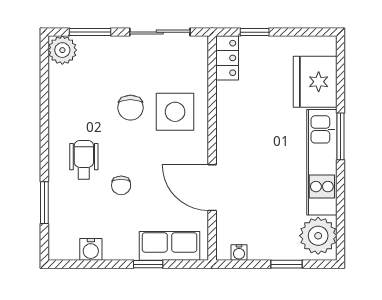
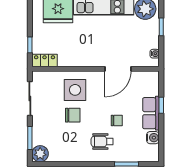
row of seats: (170, 246) -> (151, 113), moved

